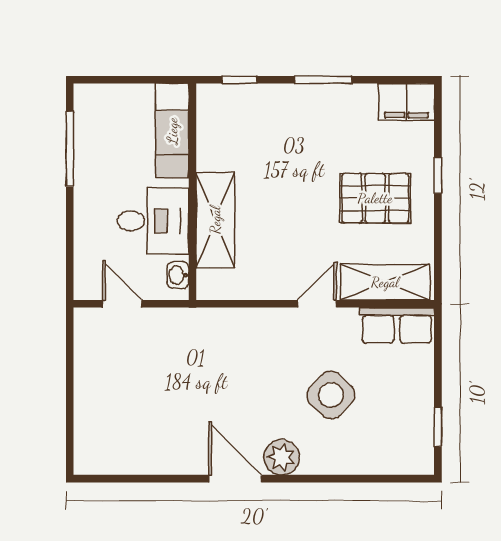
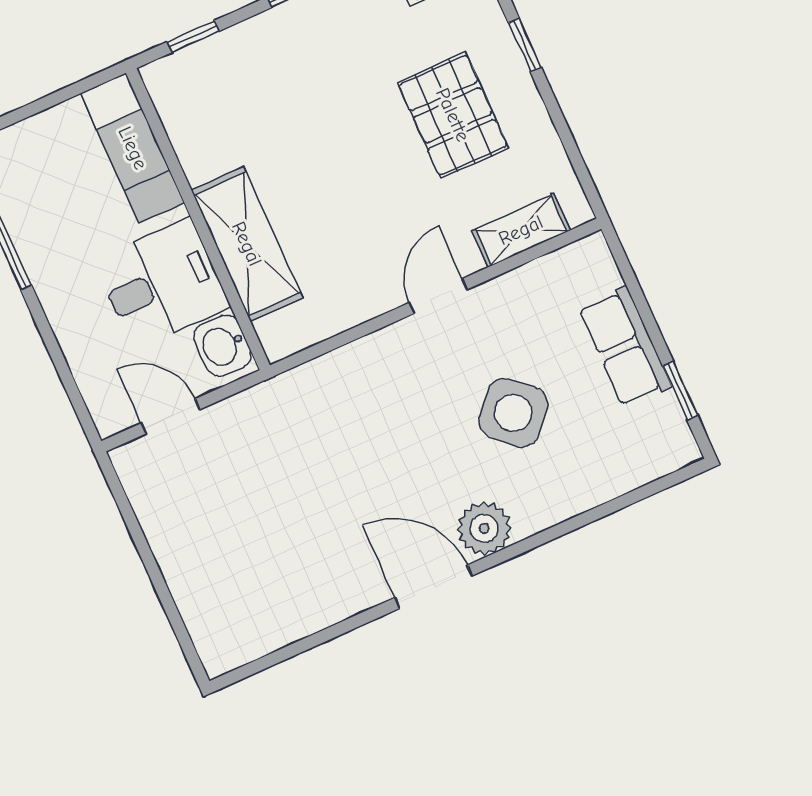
pallet: (375, 198) -> (453, 115), turned 90
washbasin: (178, 275) -> (223, 345), width x1.38, depth x1.45
shelving: (385, 282) -> (521, 230), width x0.67, depth x0.75
row of seats: (397, 325) -> (625, 347), moved, turned 90

